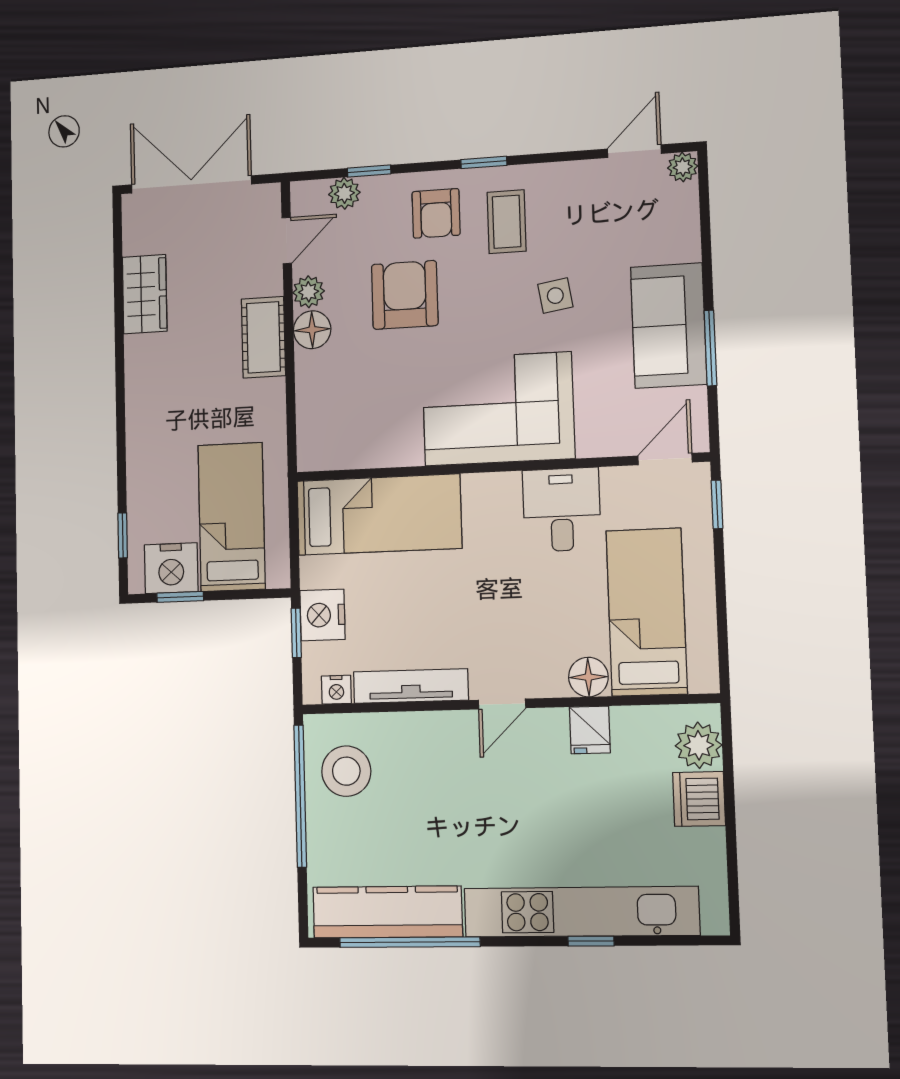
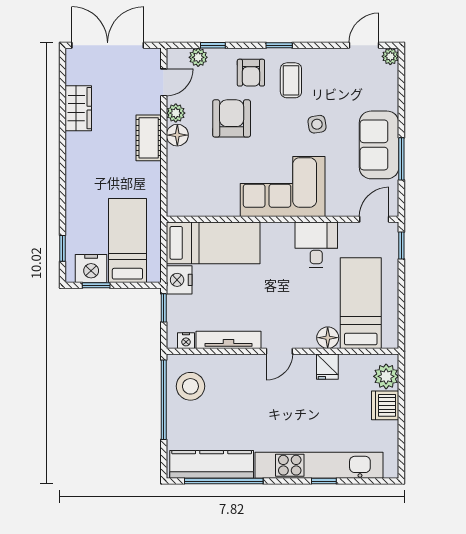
nightstand: (322, 615) -> (179, 280), moved

